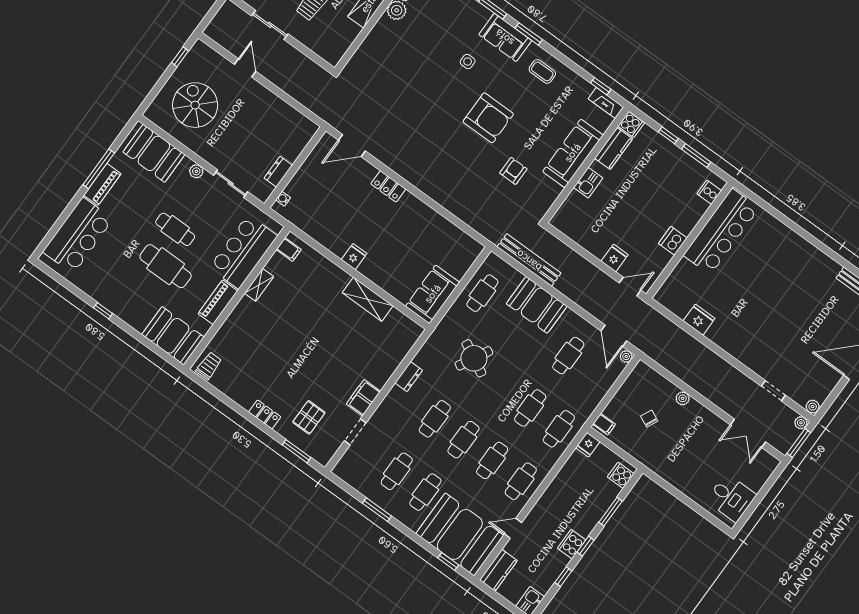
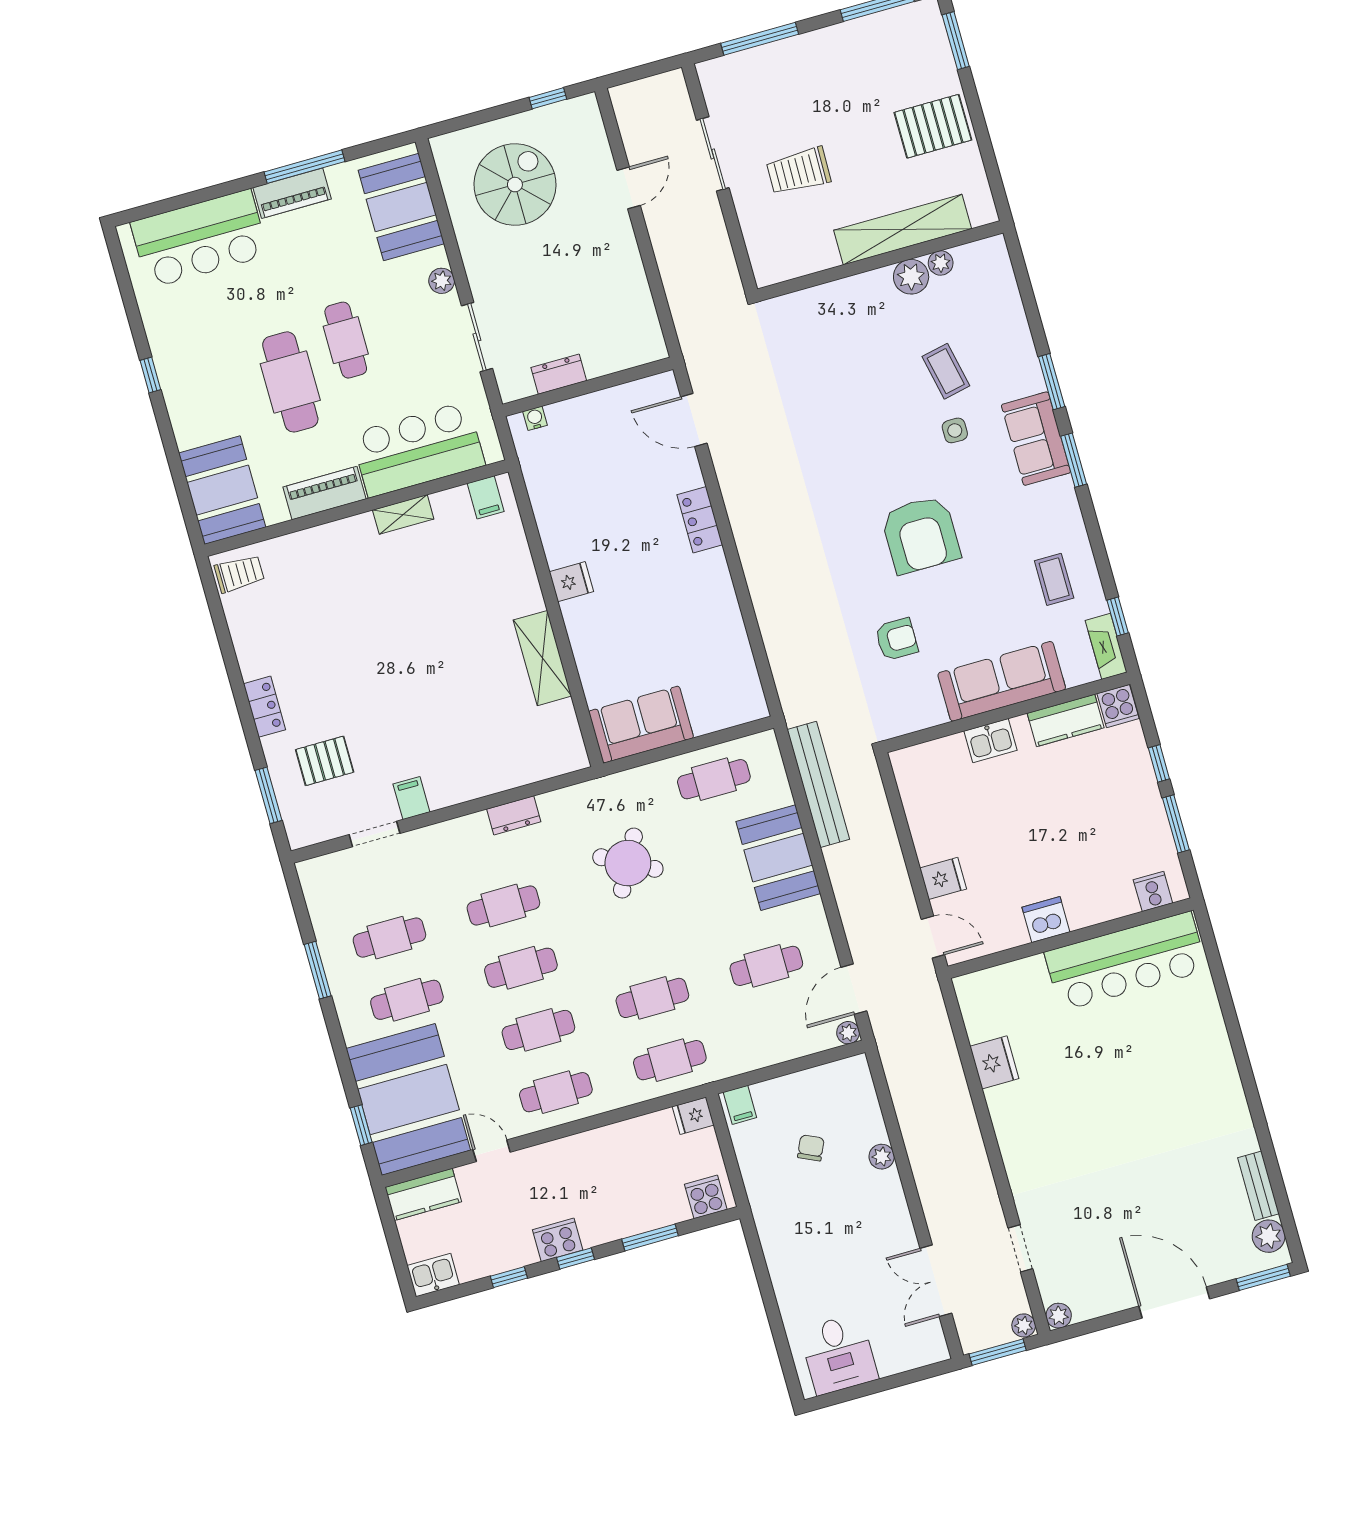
coffee table: (444, 39) -> (946, 371), added
coffee table: (542, 71) -> (1054, 579), moved
filing cabinet: (363, 398) -> (411, 798), width x0.50

